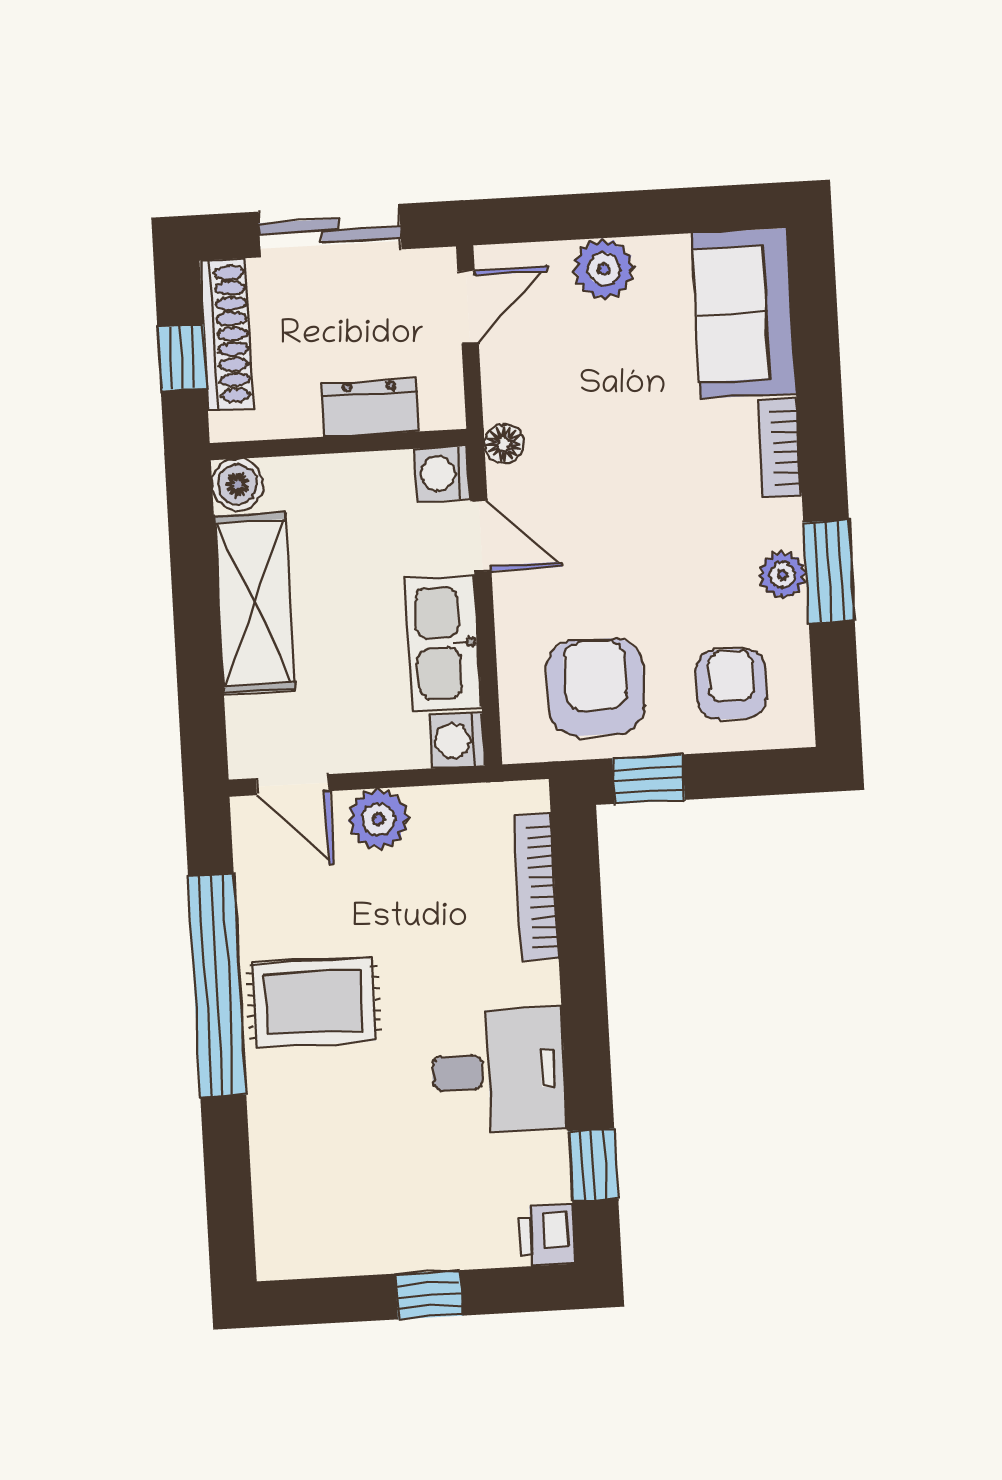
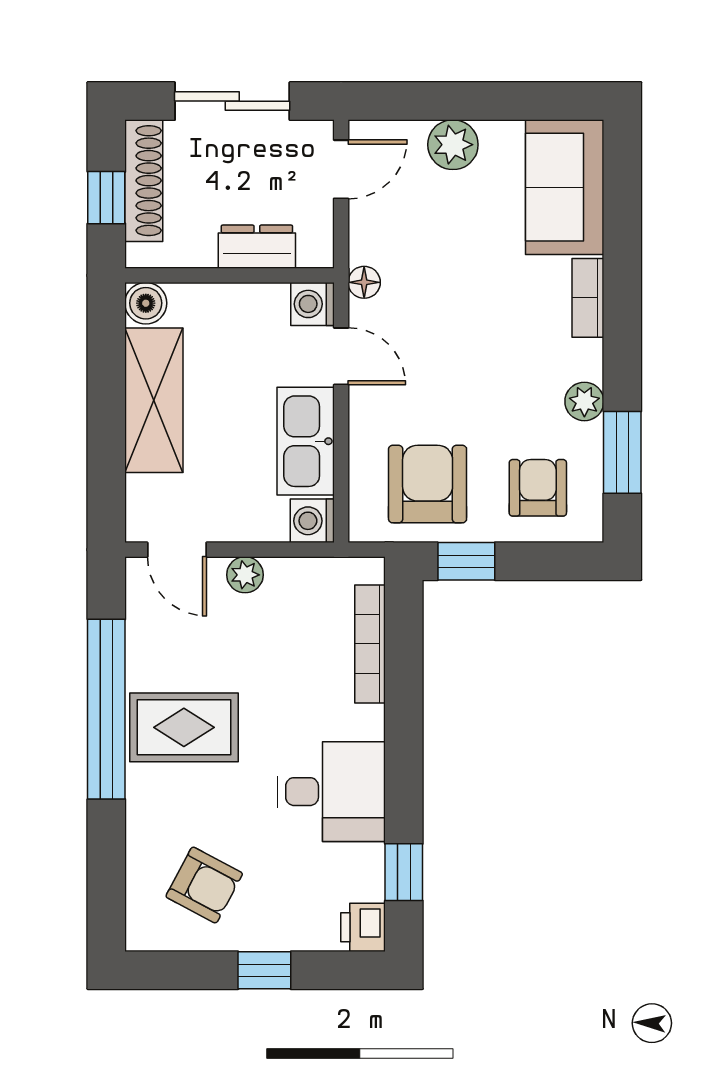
window: (829, 572) -> (622, 452), moved
plant: (378, 819) -> (245, 575), width x0.73, depth x0.73
armchair: (349, 1194) -> (204, 885), added

